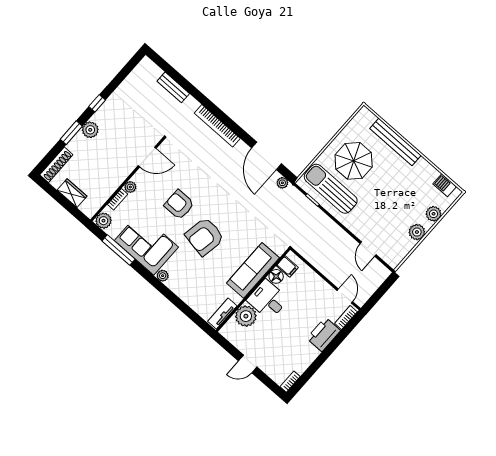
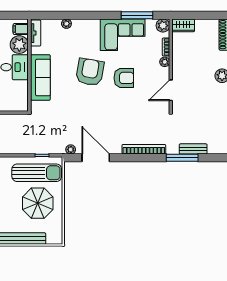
window: (190, 88) -> (182, 158), added
wardrobe: (72, 193) -> (183, 25), moved
filing cabinet: (287, 267) -> (21, 29), moved
plant: (163, 276) -> (66, 24), moved
floor lamp: (276, 276) -> (22, 87), removed

